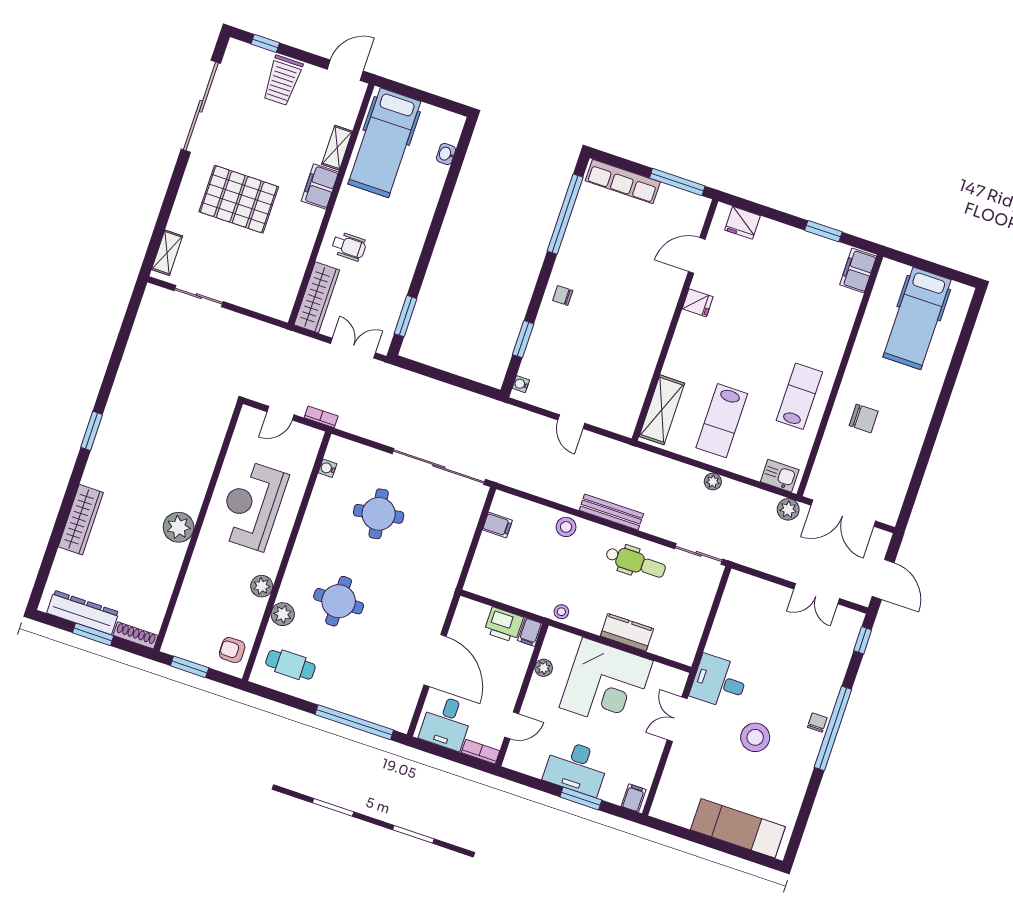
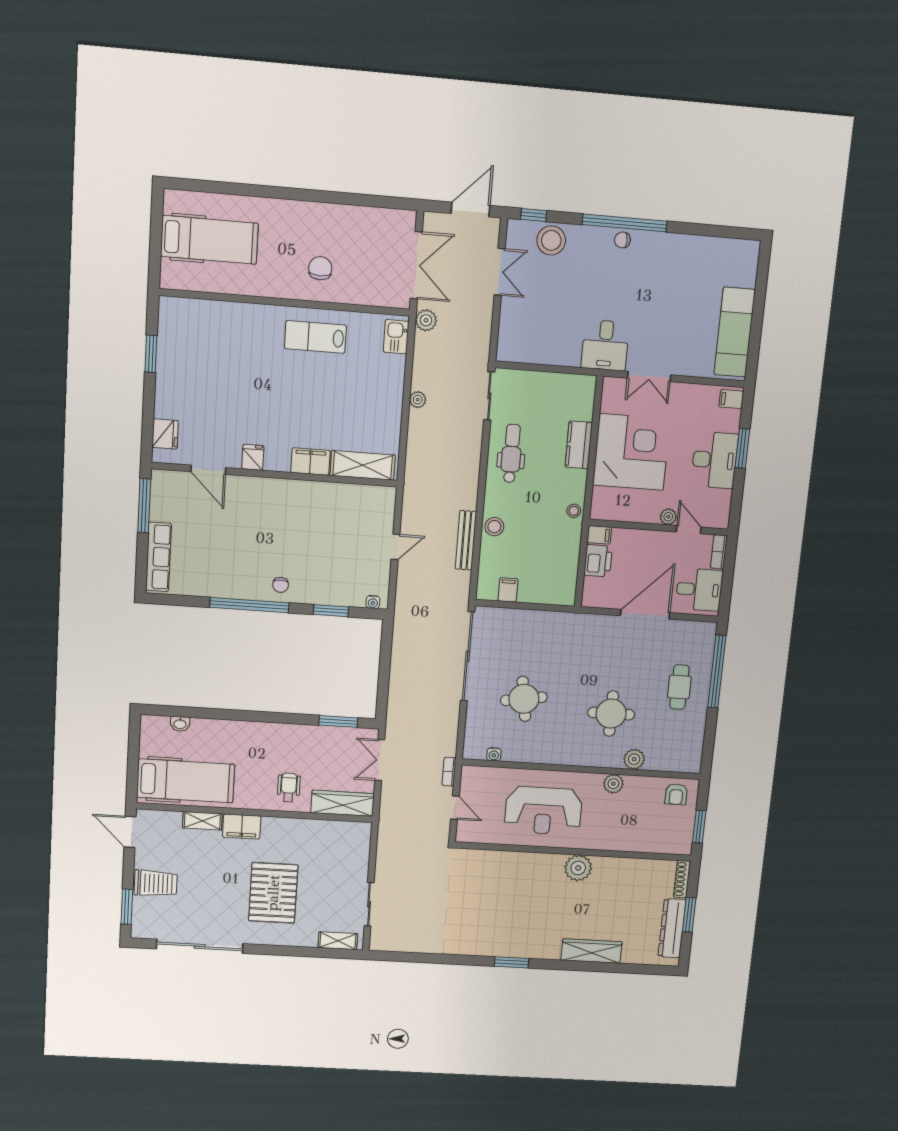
window: (265, 43) -> (127, 907), width x1.50
window: (565, 214) -> (249, 605), moved
filing cabinet: (858, 271) -> (310, 461), moved, turned 180
lab bench: (722, 421) -> (358, 406), removed
bench: (611, 512) -> (466, 540), moved
cafe table: (290, 665) -> (679, 687), moved
plant: (544, 668) -> (668, 517), moved
stool: (755, 737) -> (551, 240), moved
exam couch: (738, 828) -> (735, 332), moved

